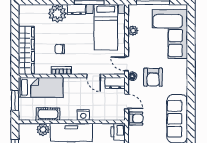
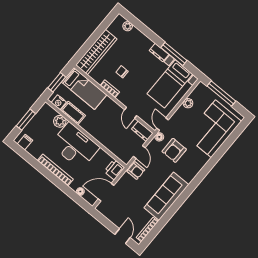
plant: (57, 13) -> (128, 26), moved, width x0.53, depth x0.53
nightstand: (83, 115) -> (59, 102), moved

